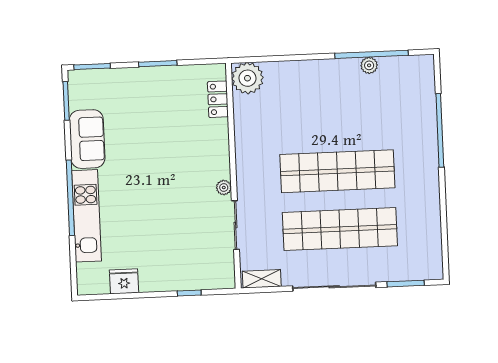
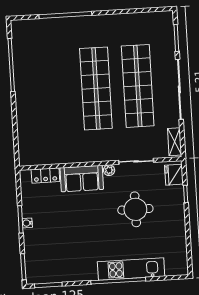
plant: (369, 65) -> (19, 67), removed
water cooler: (152, 73) -> (27, 223), added
plant: (247, 78) -> (30, 154), removed
sofa: (87, 139) -> (82, 179), moved, turned 180
round table: (169, 223) -> (135, 209), added
fridge: (124, 281) -> (174, 175), moved

